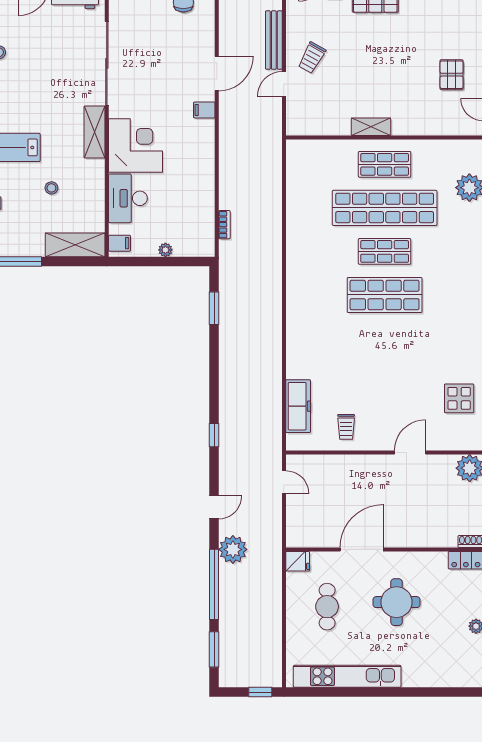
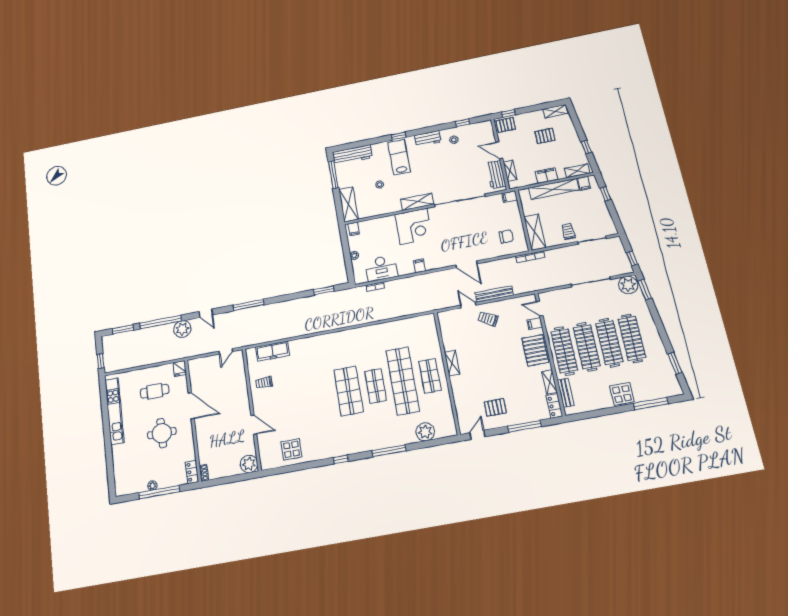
filing cabinet: (204, 110) -> (420, 266), moved
desk: (128, 198) -> (381, 268), moved, turned 180
window: (214, 435) -> (248, 305), width x2.17

